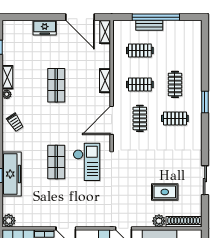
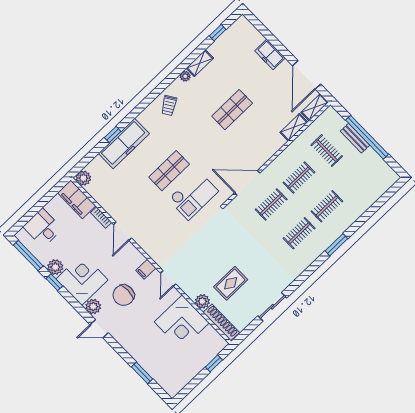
shelving: (105, 81) -> (294, 127), moved
clothes rail: (140, 84) -> (299, 178), turned 90
clothes rail: (175, 118) -> (299, 233), turned 90
rug: (165, 192) -> (231, 283), turned 90

